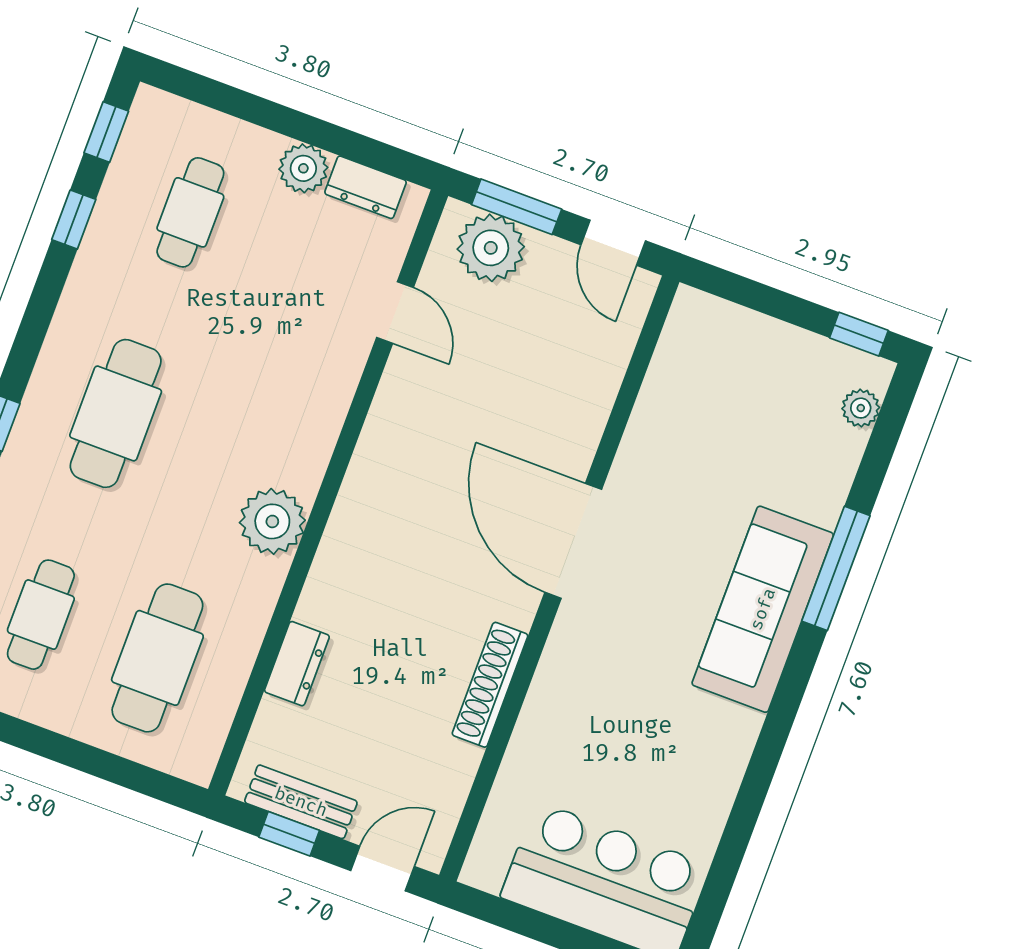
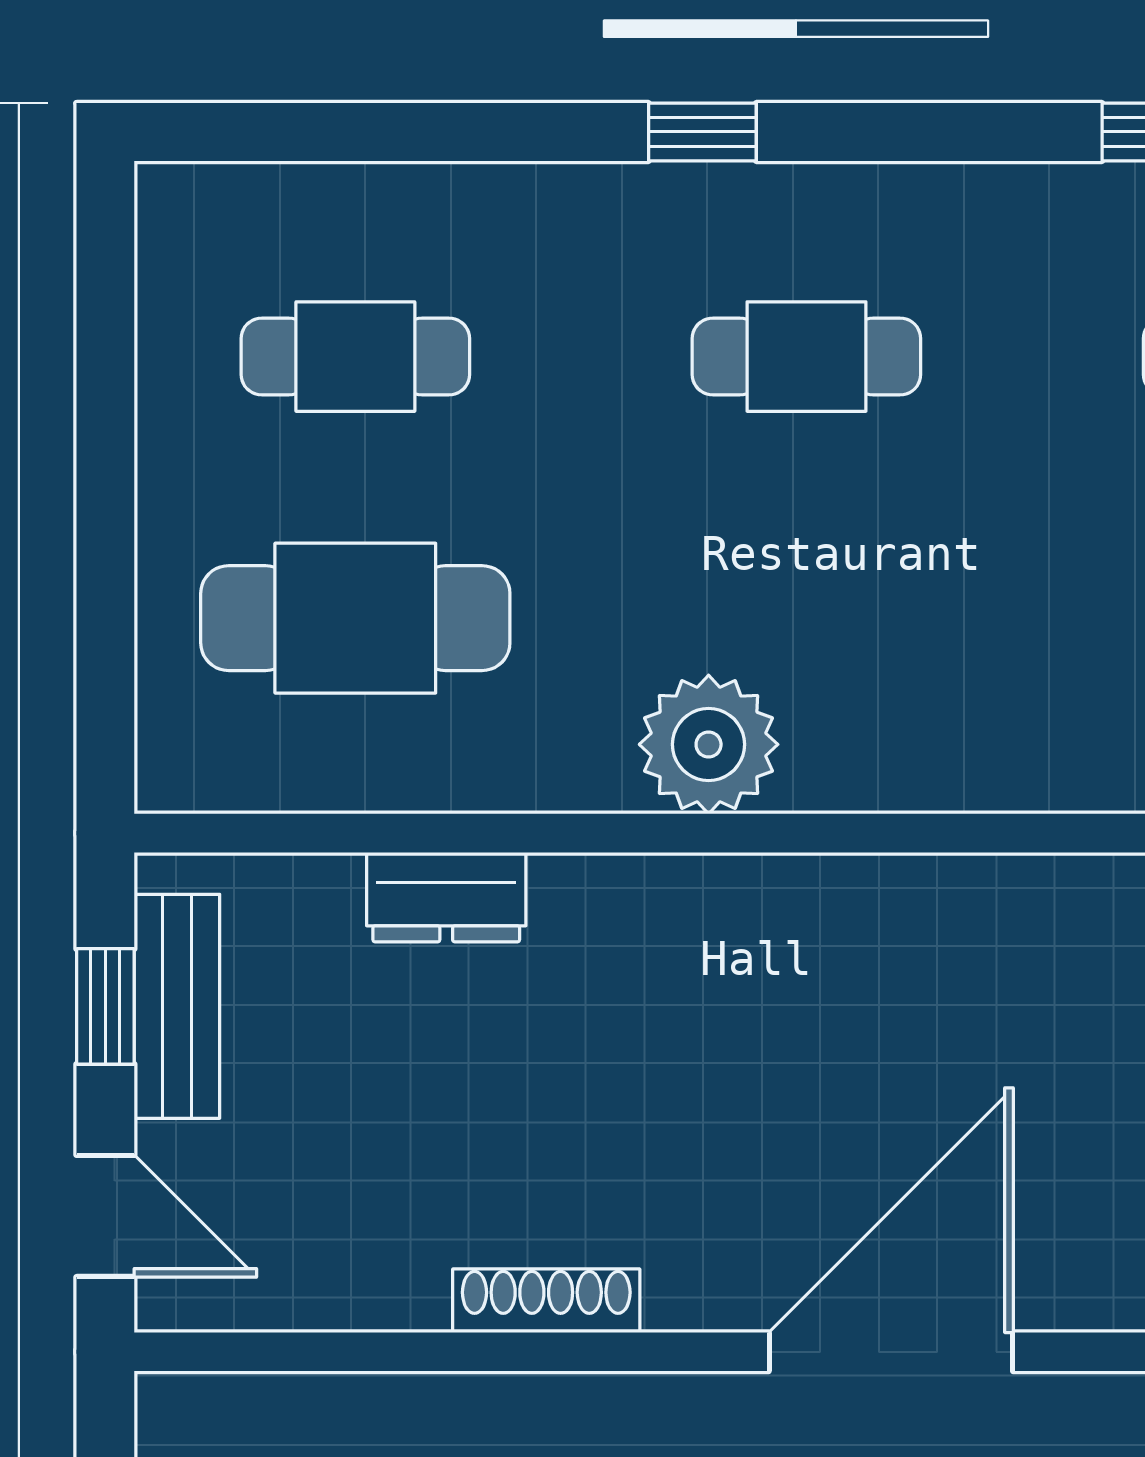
cafe table: (116, 413) -> (806, 357), width x0.73, depth x0.74
shoe rack: (490, 685) -> (546, 1301), width x0.74, depth x0.81

